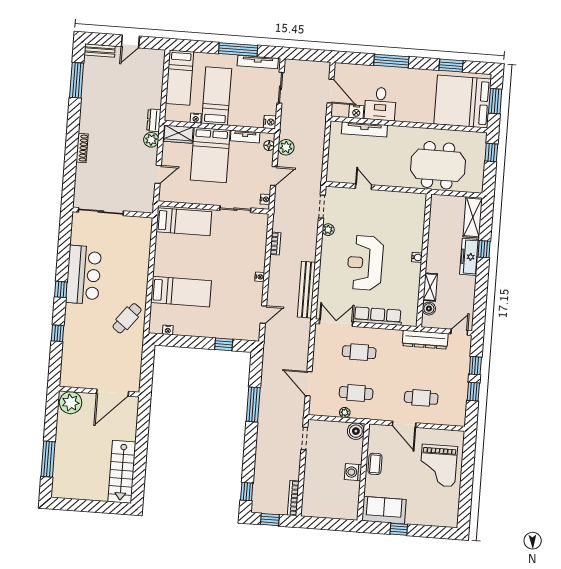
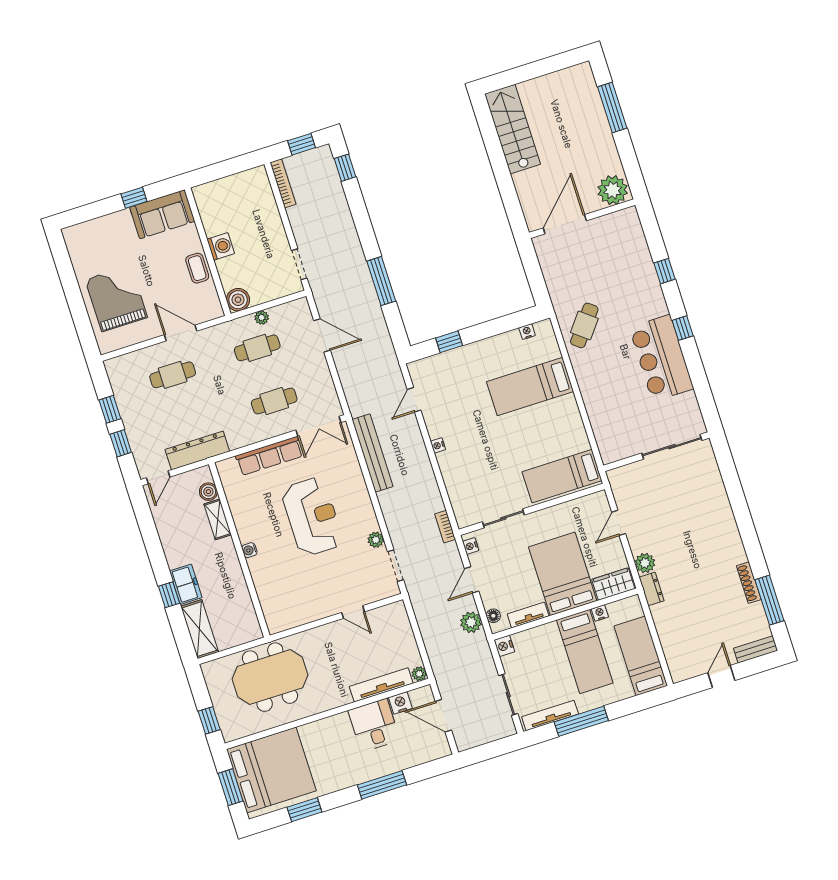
plant: (335, 126) -> (419, 674), added
shoe rack: (82, 148) -> (749, 583), moved
bookcase: (275, 244) -> (445, 527), moved
freezer: (469, 257) -> (186, 584), width x0.71

